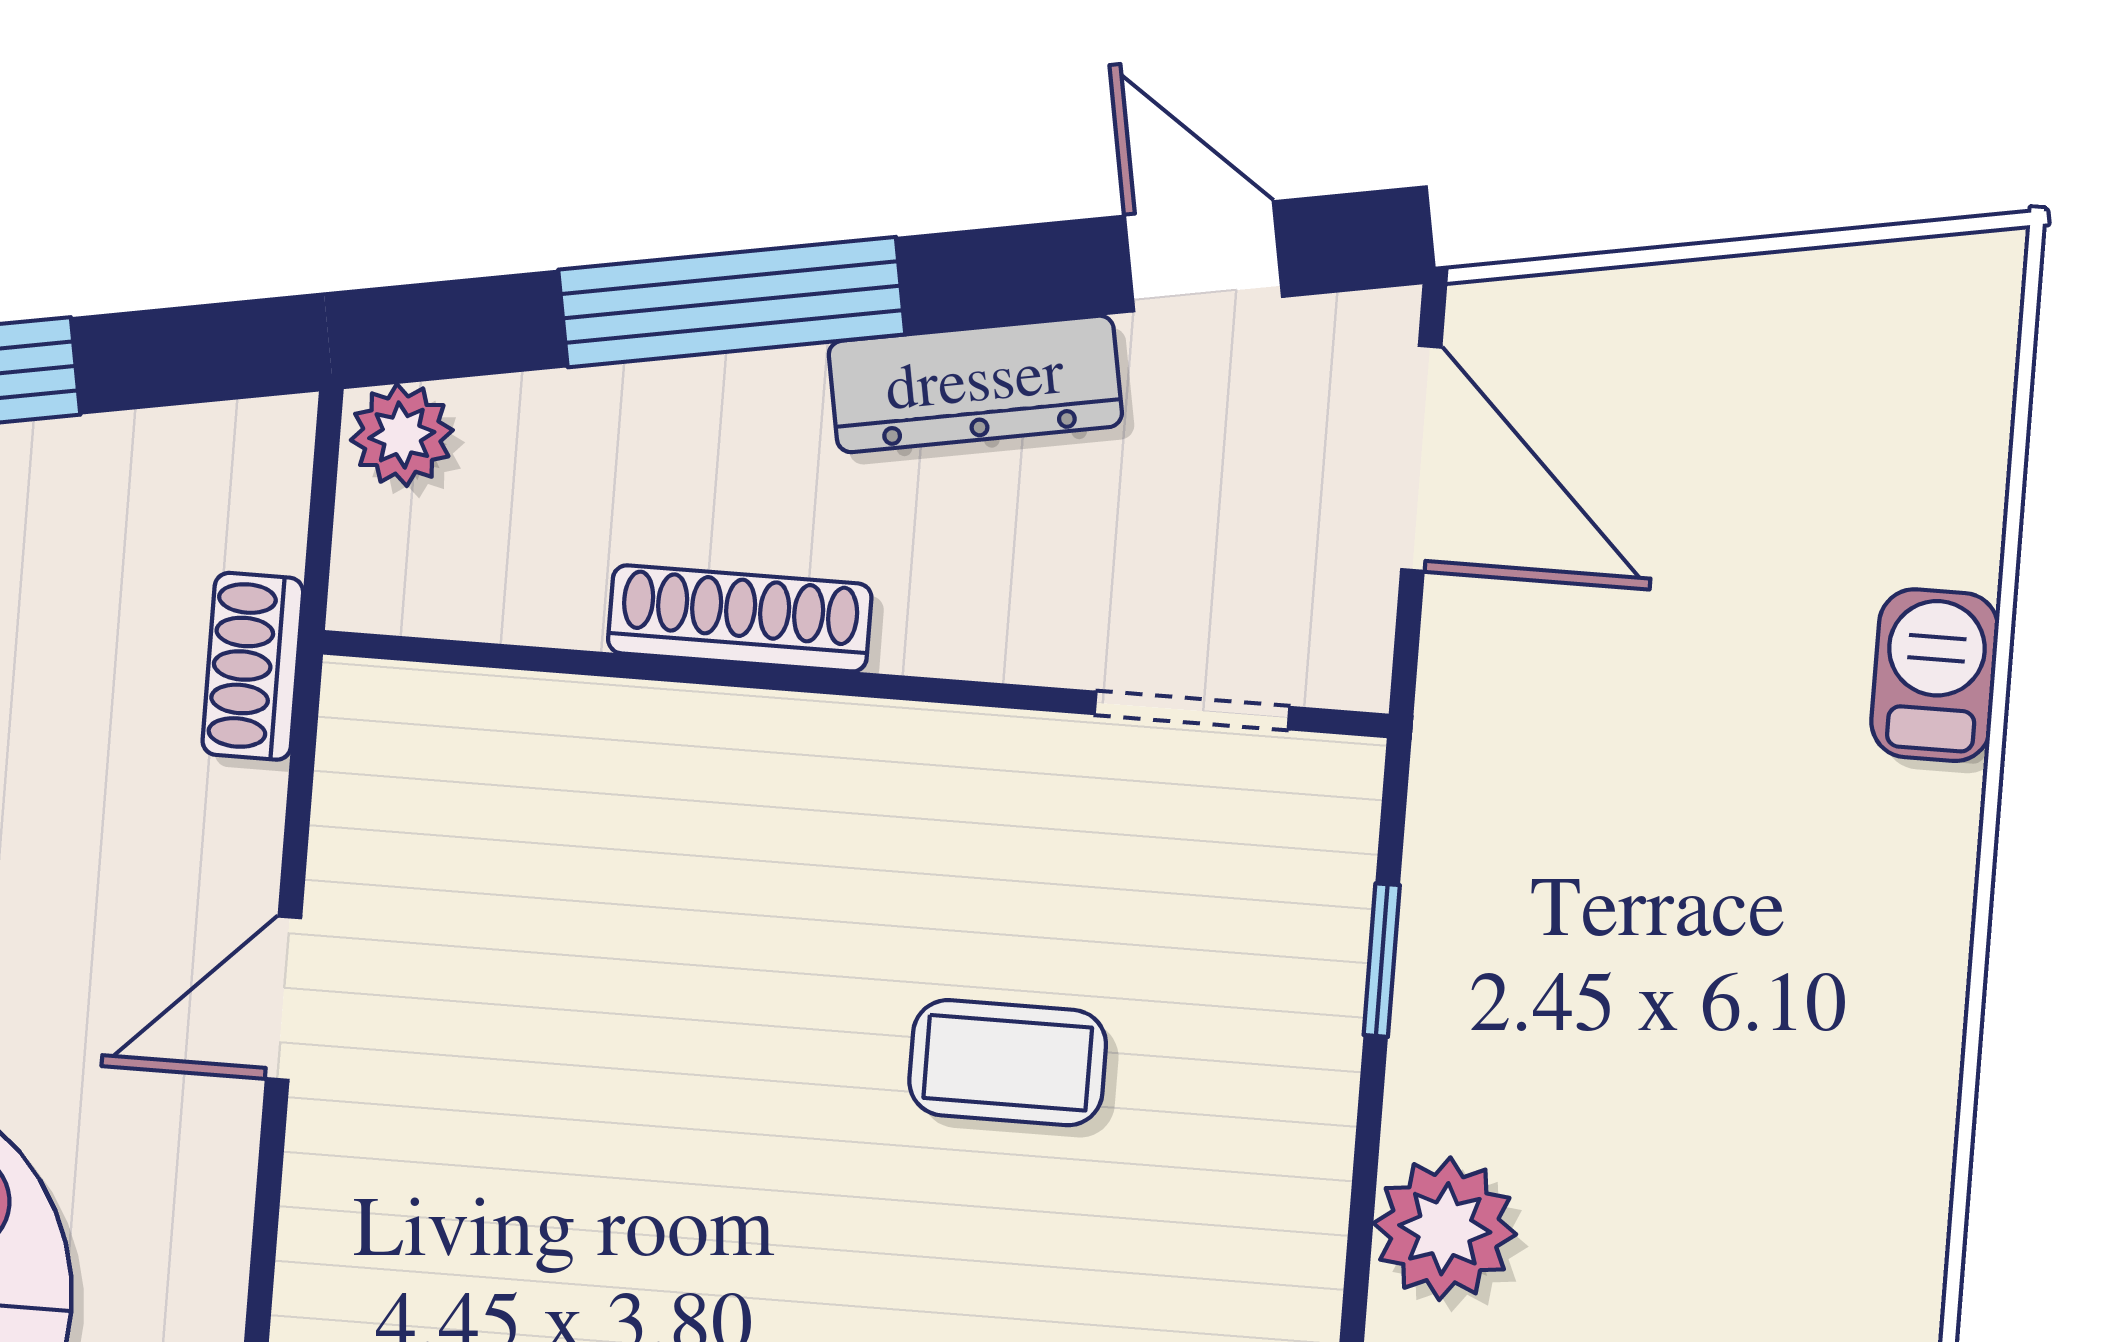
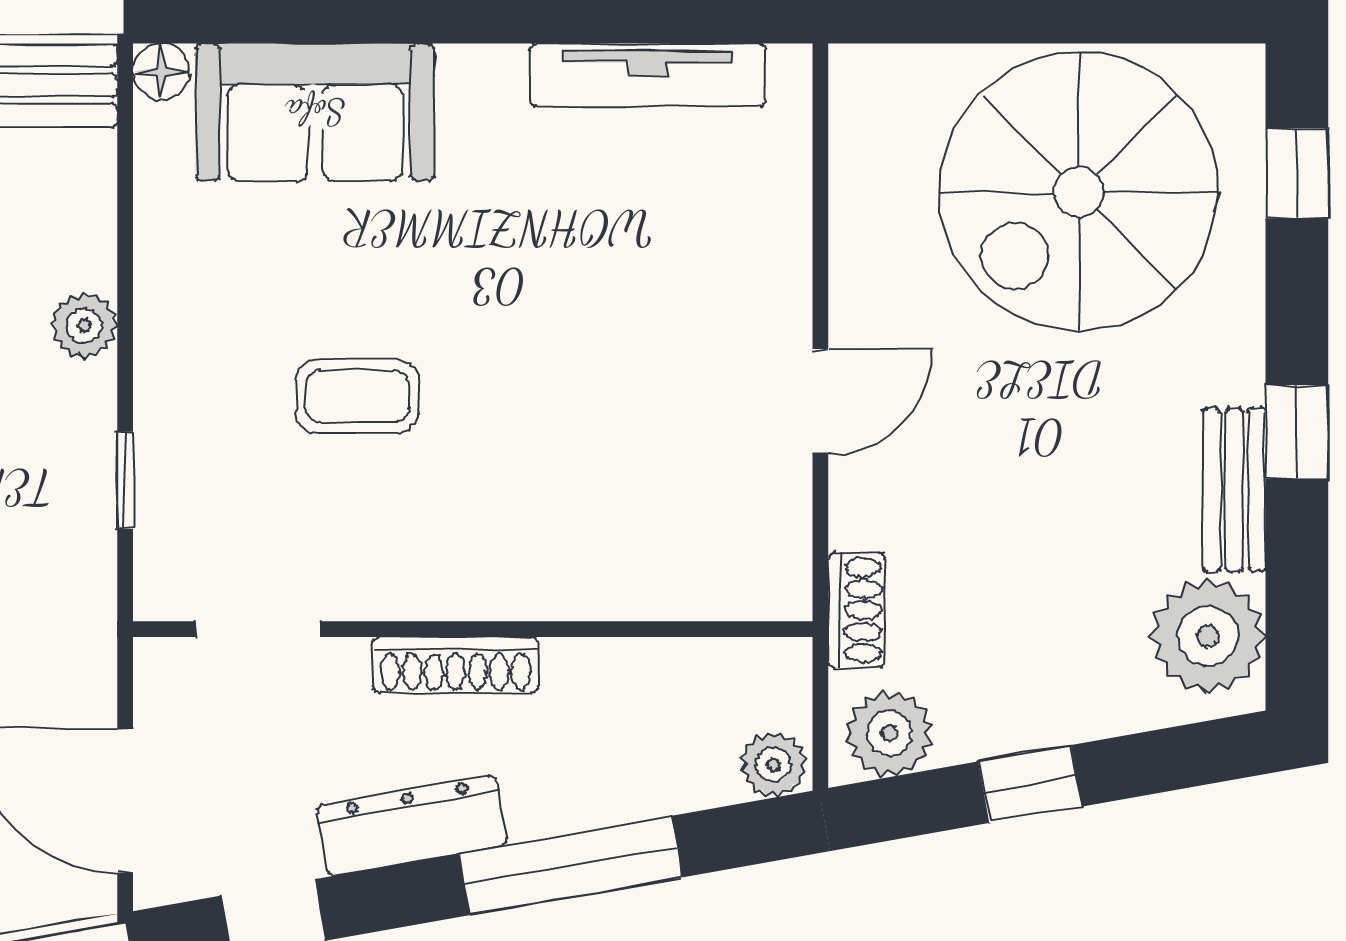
plant: (217, 470) -> (889, 733), added
shoe rack: (740, 618) -> (456, 665), moved
plant: (1445, 1229) -> (84, 325), width x0.73, depth x0.73

